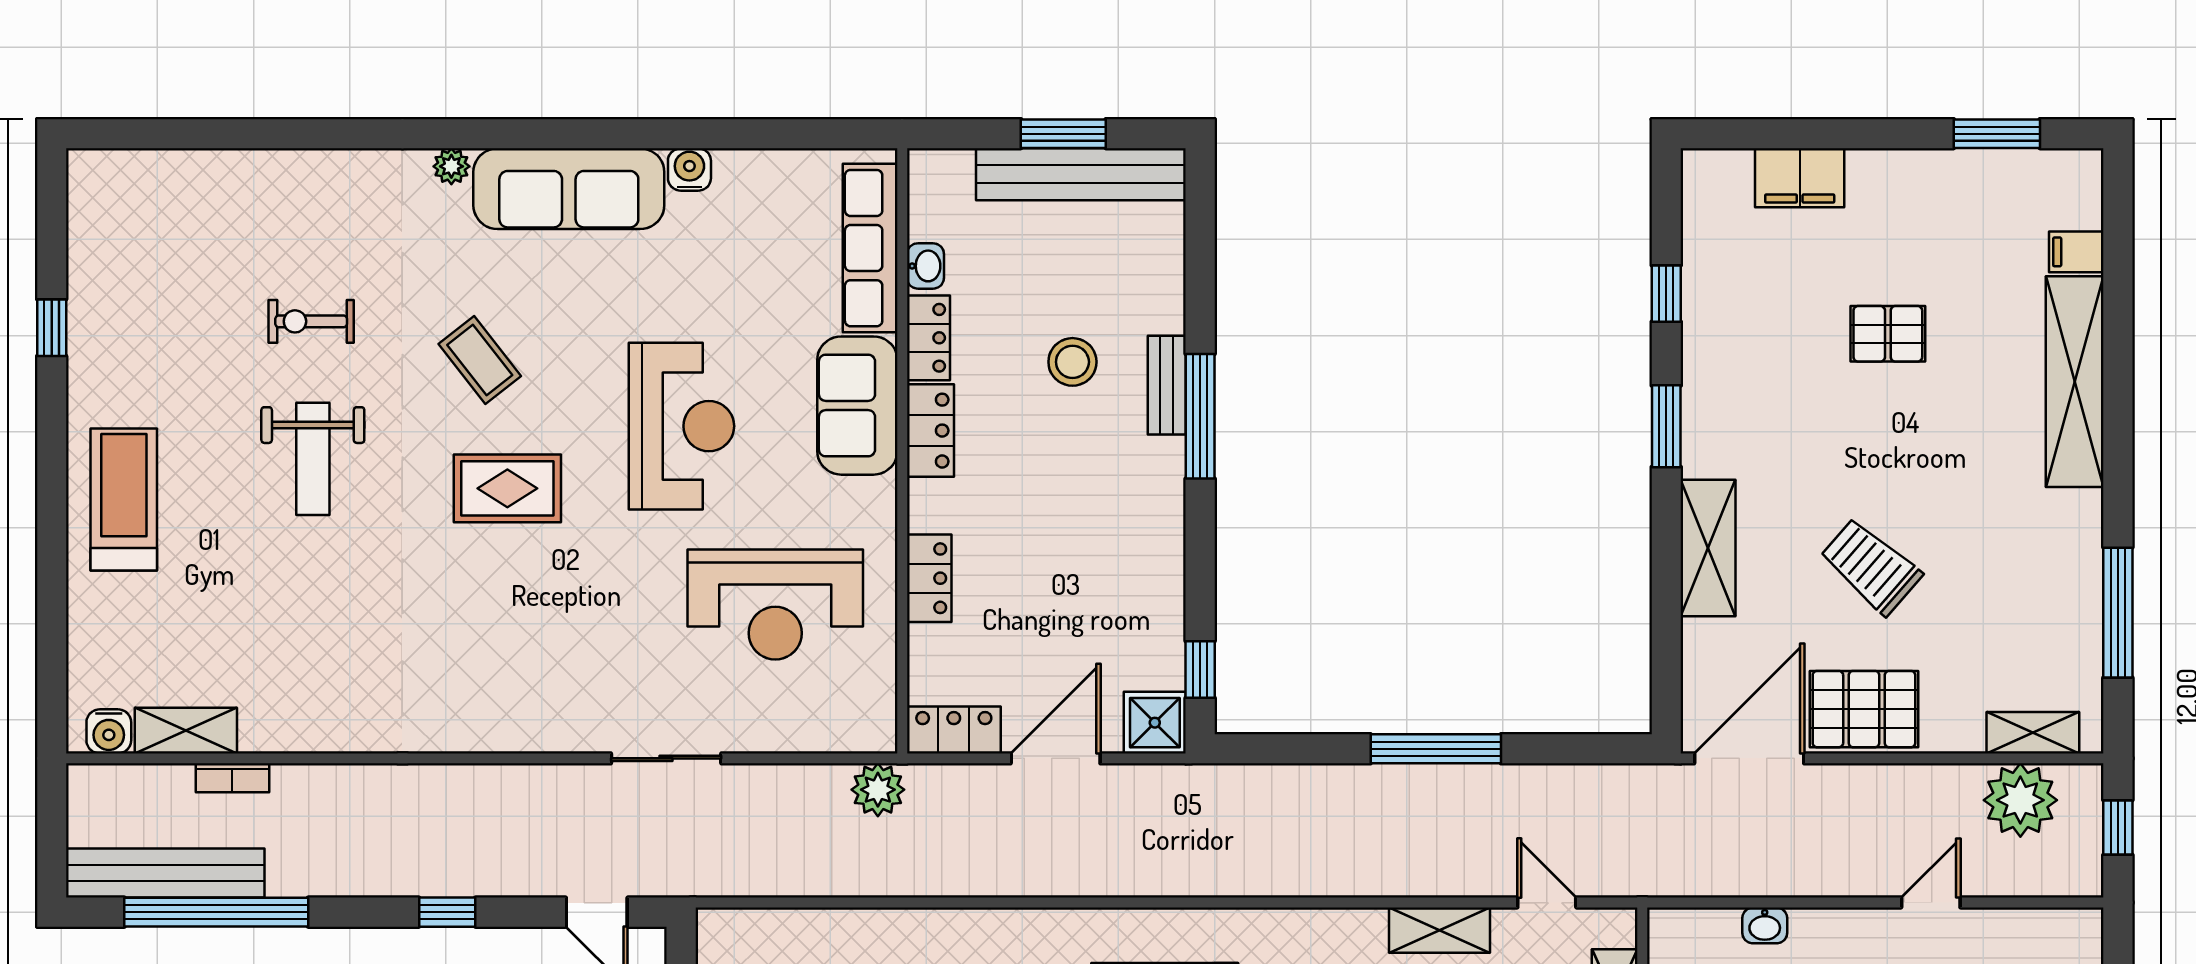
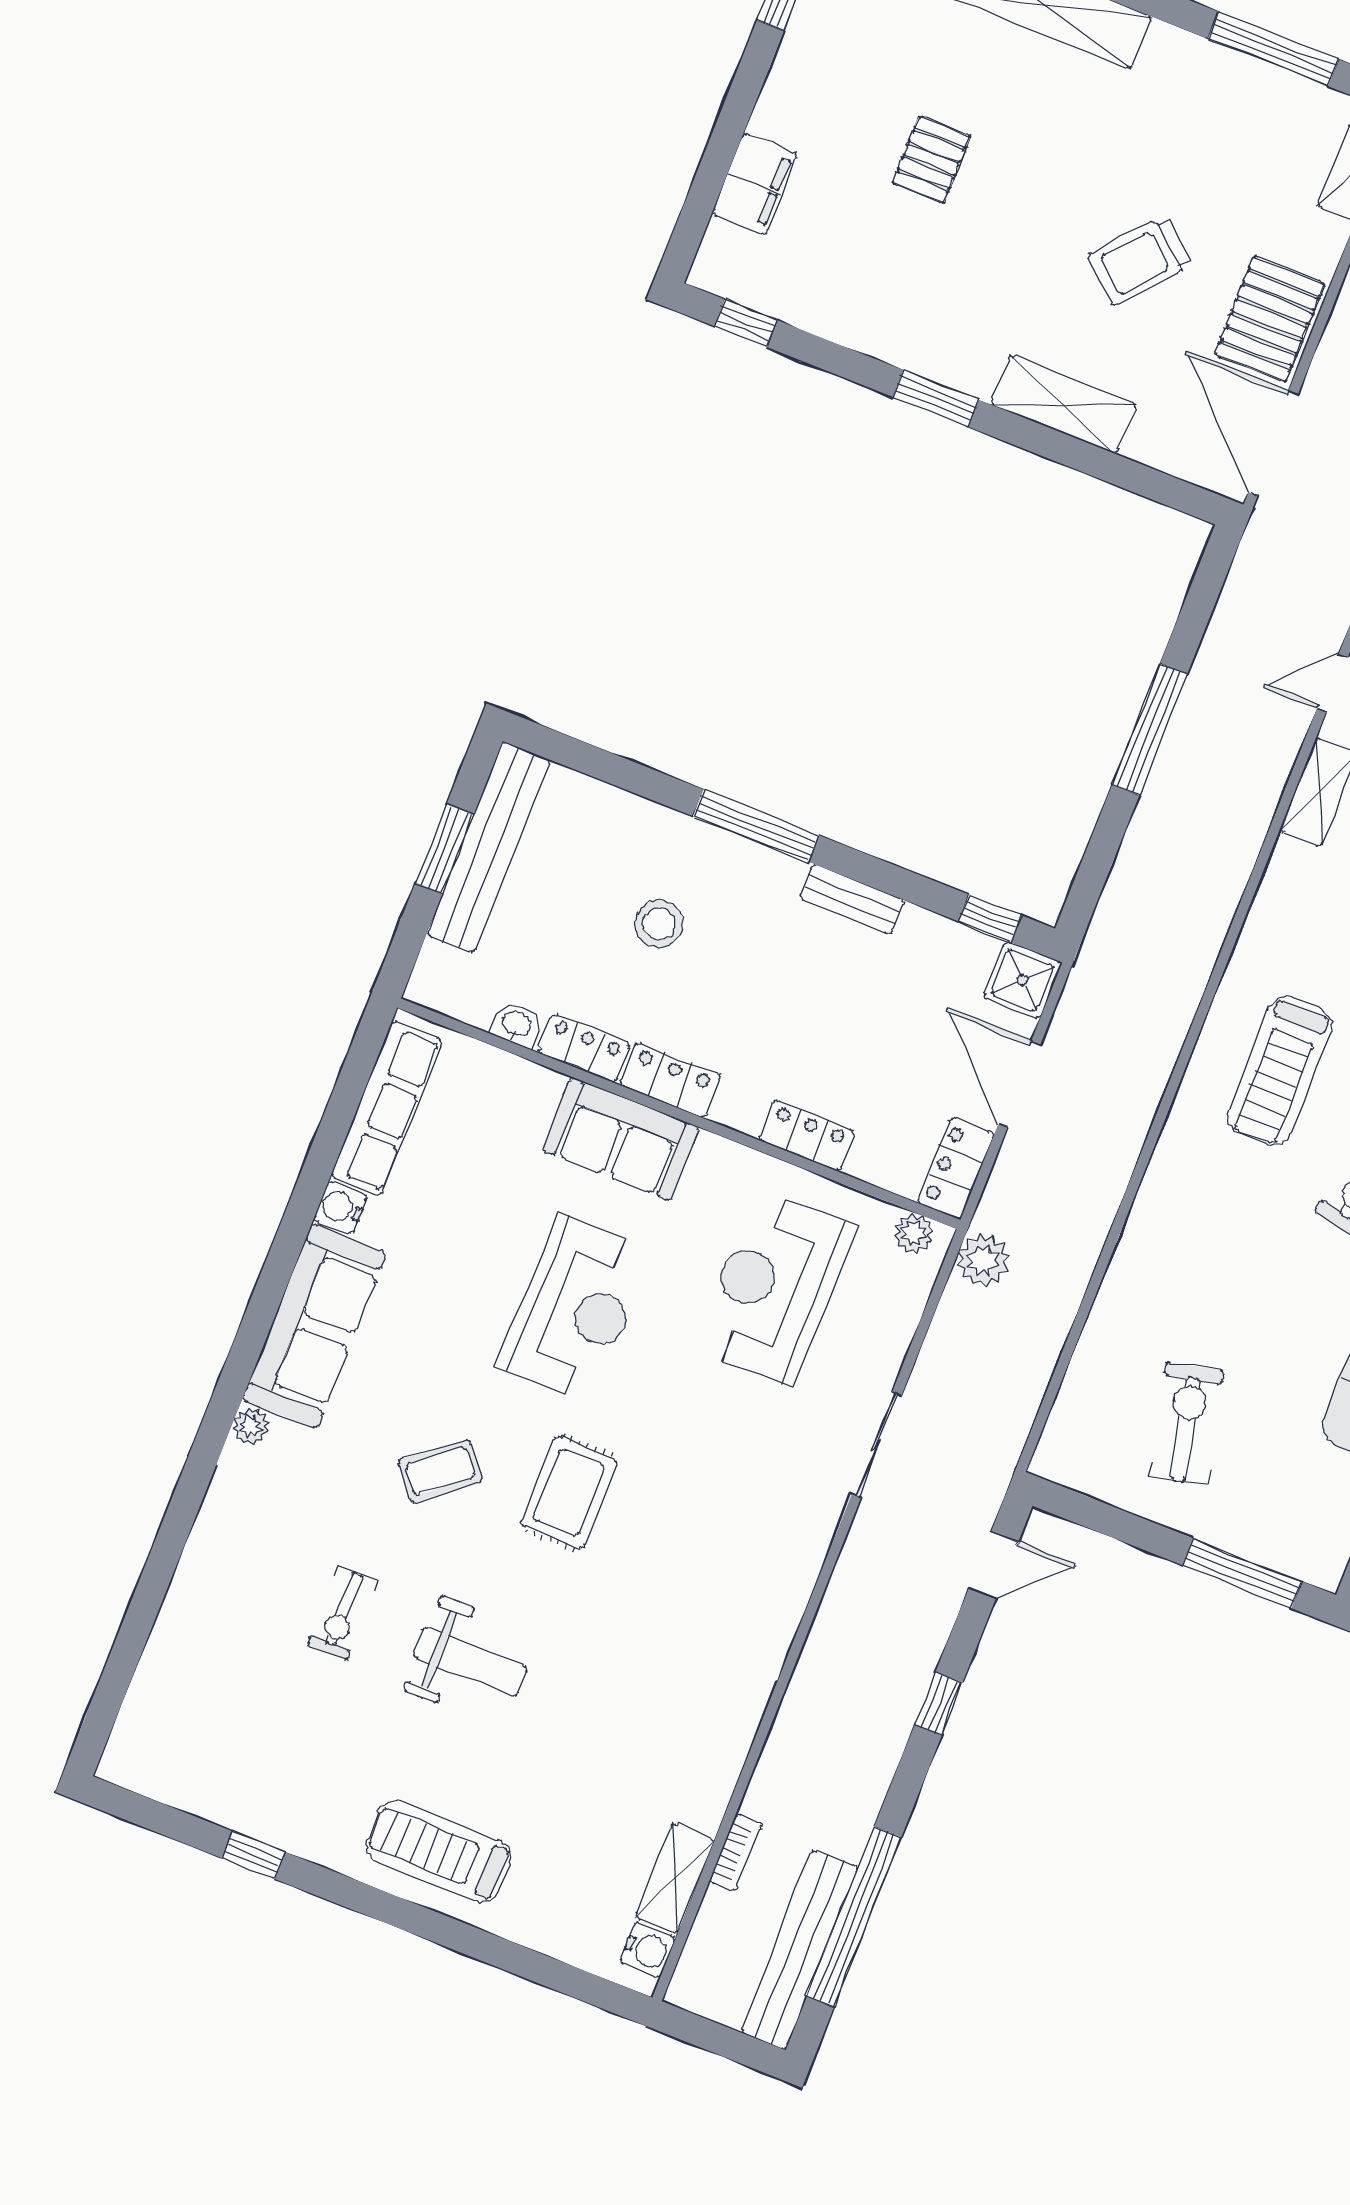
row of seats: (870, 248) -> (386, 1108), moved, turned -90
window: (1666, 294) -> (746, 323), moved
bench: (1167, 385) -> (852, 899), moved
reception desk: (681, 426) -> (575, 1309), turned 90
reception desk: (775, 604) -> (774, 1287), turned 180
plant: (877, 715) -> (914, 1233), added

